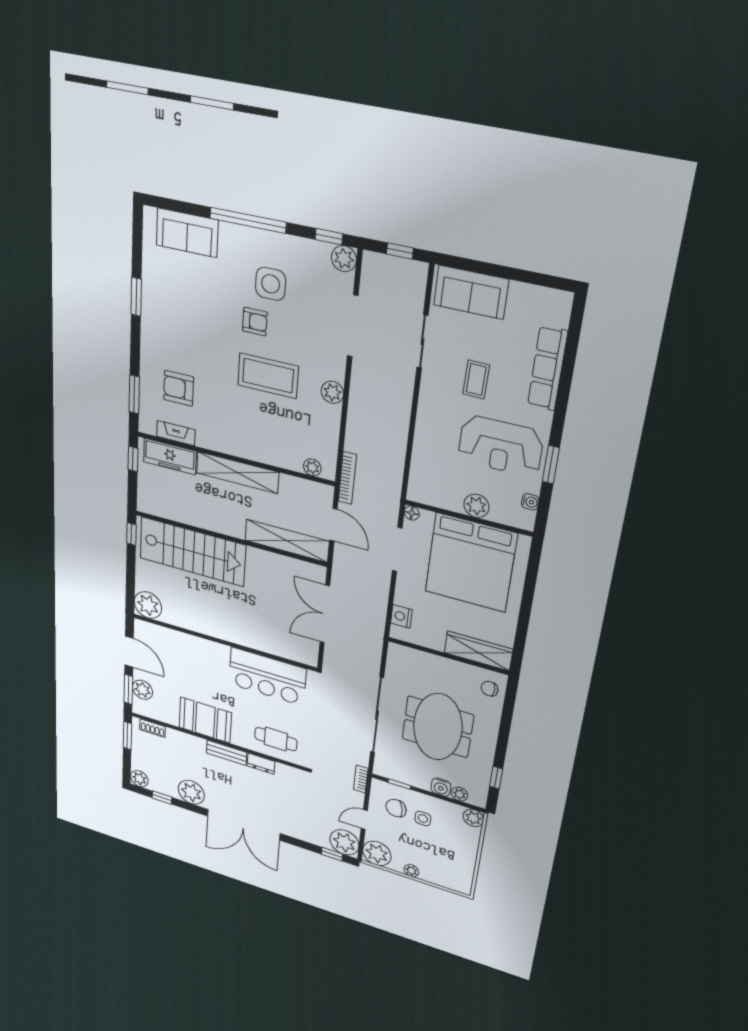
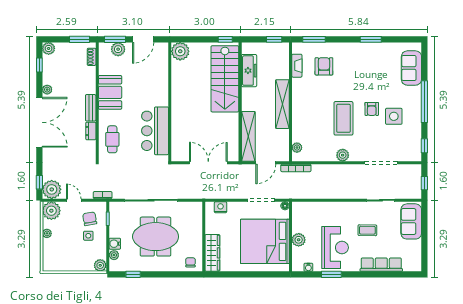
plant: (344, 259) -> (415, 155), removed
reception desk: (500, 446) -> (335, 248), turned 180
freezer: (170, 457) -> (249, 71), moved, turned 180
plant: (191, 792) -> (47, 90), width x0.53, depth x0.53
double door: (243, 825) -> (39, 122), swing flipped

